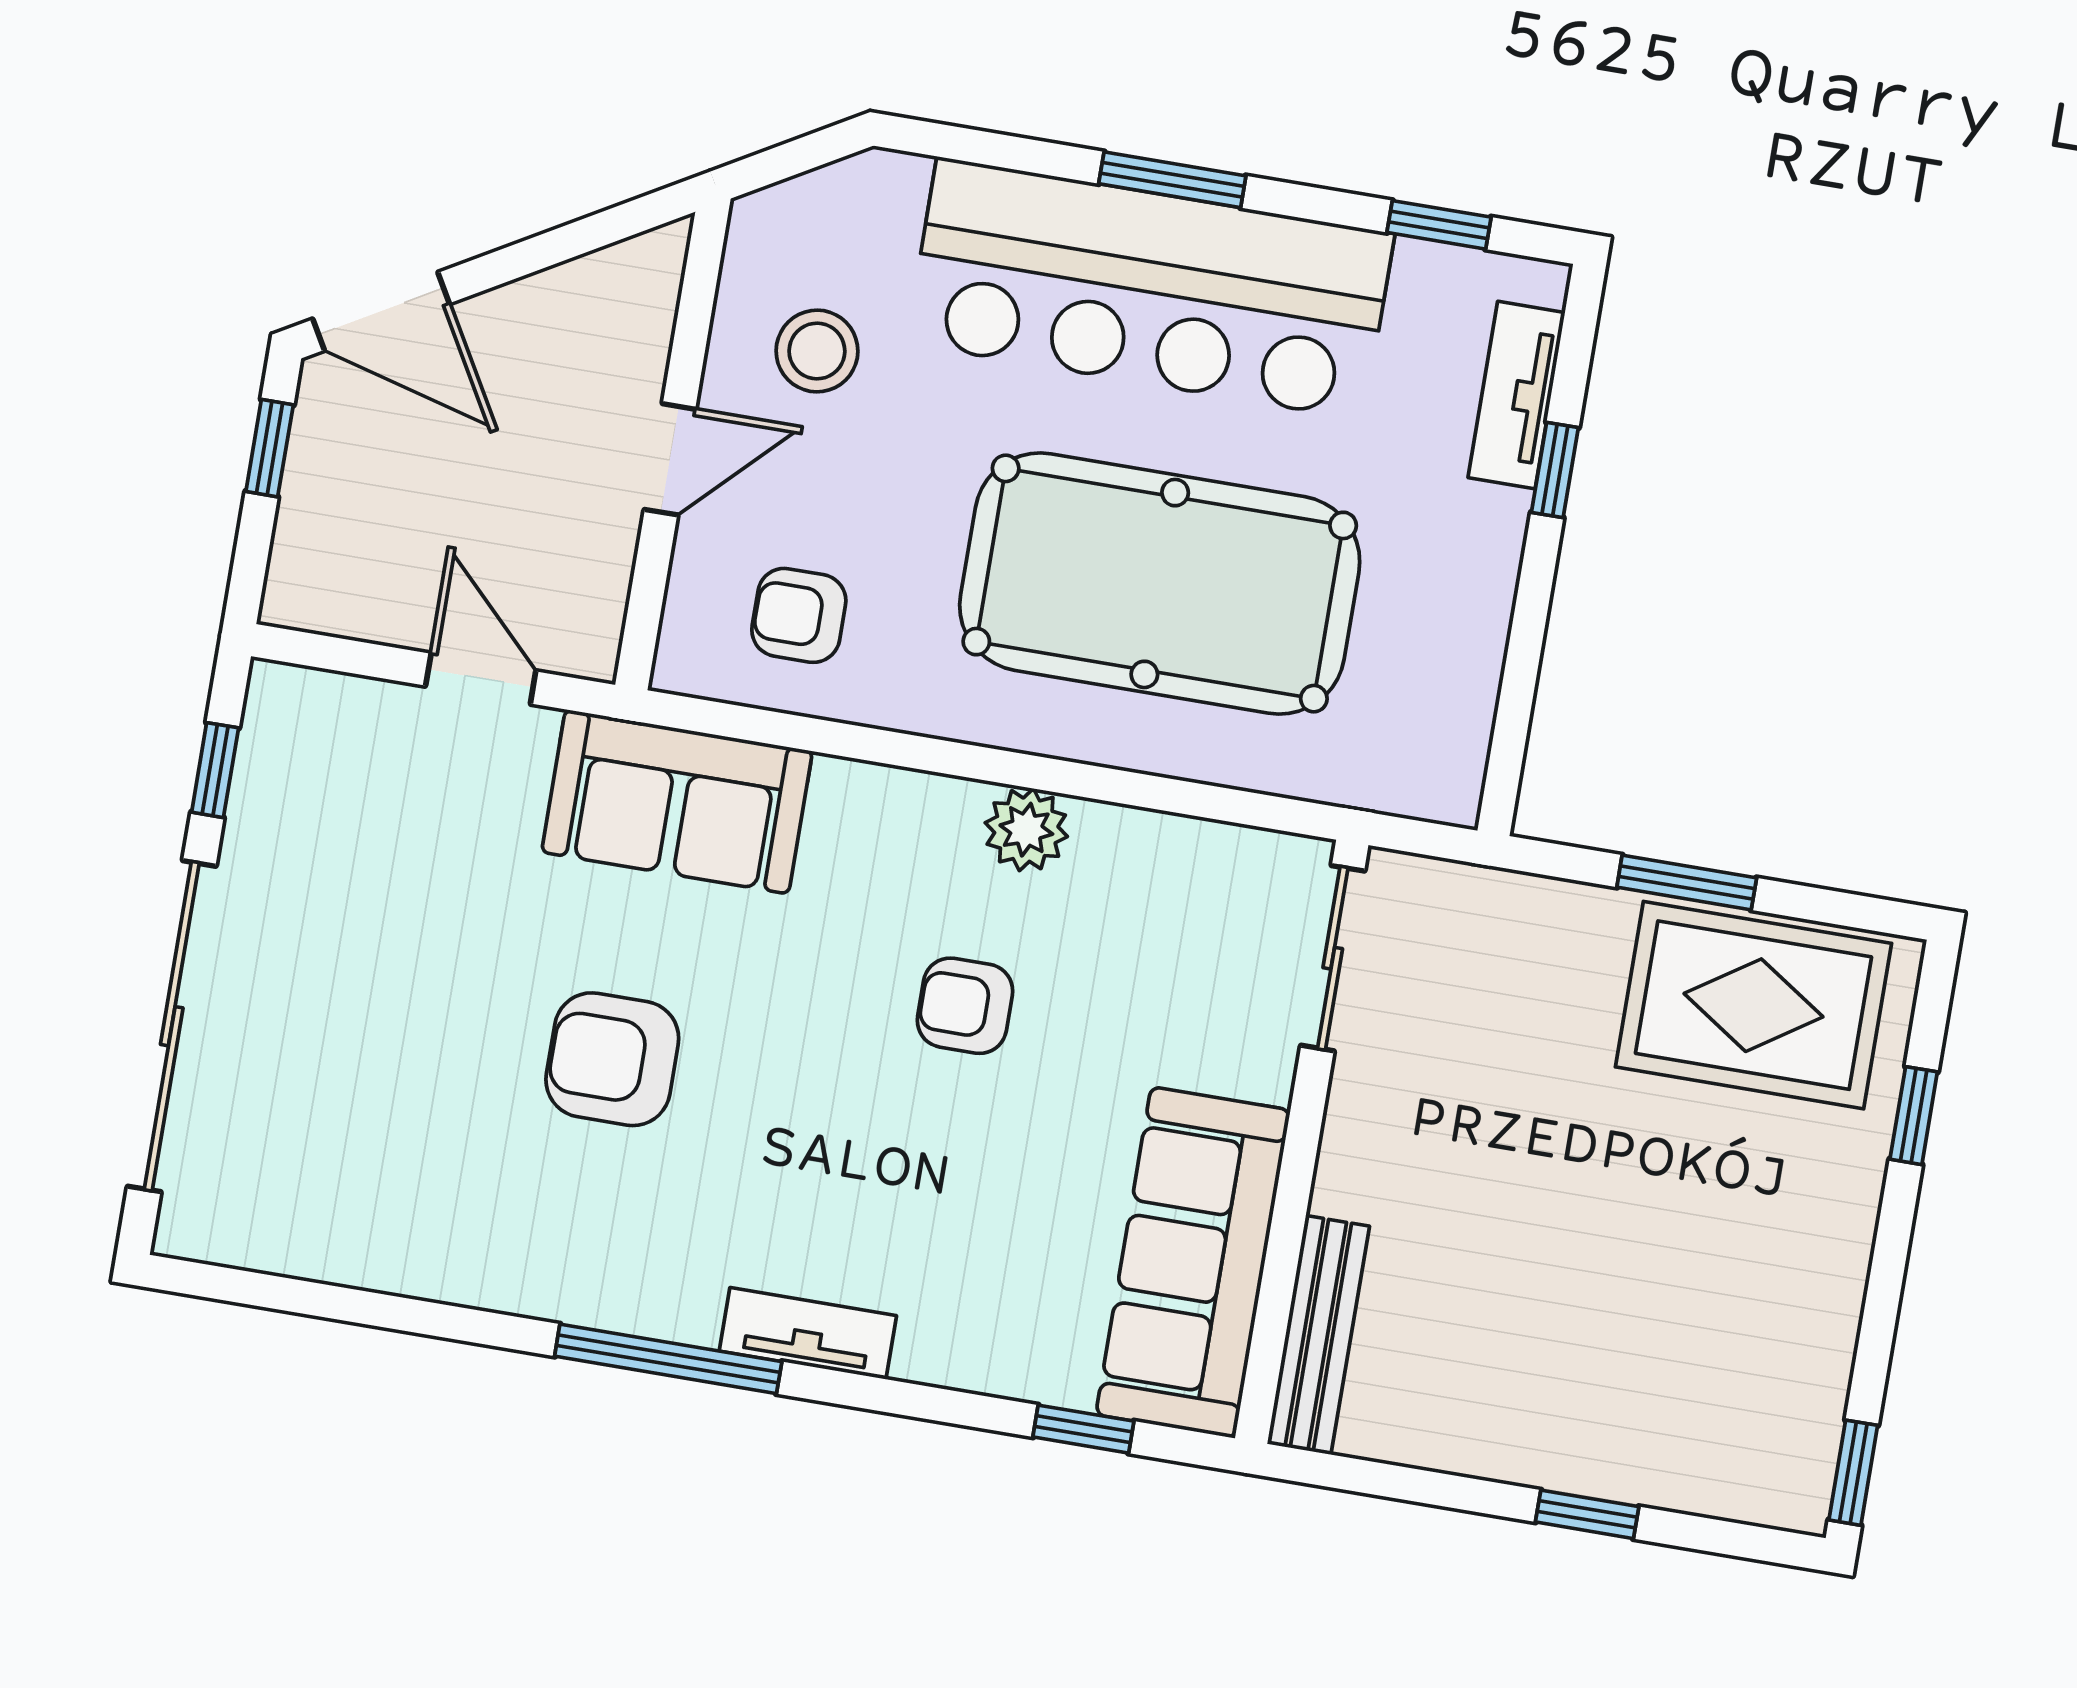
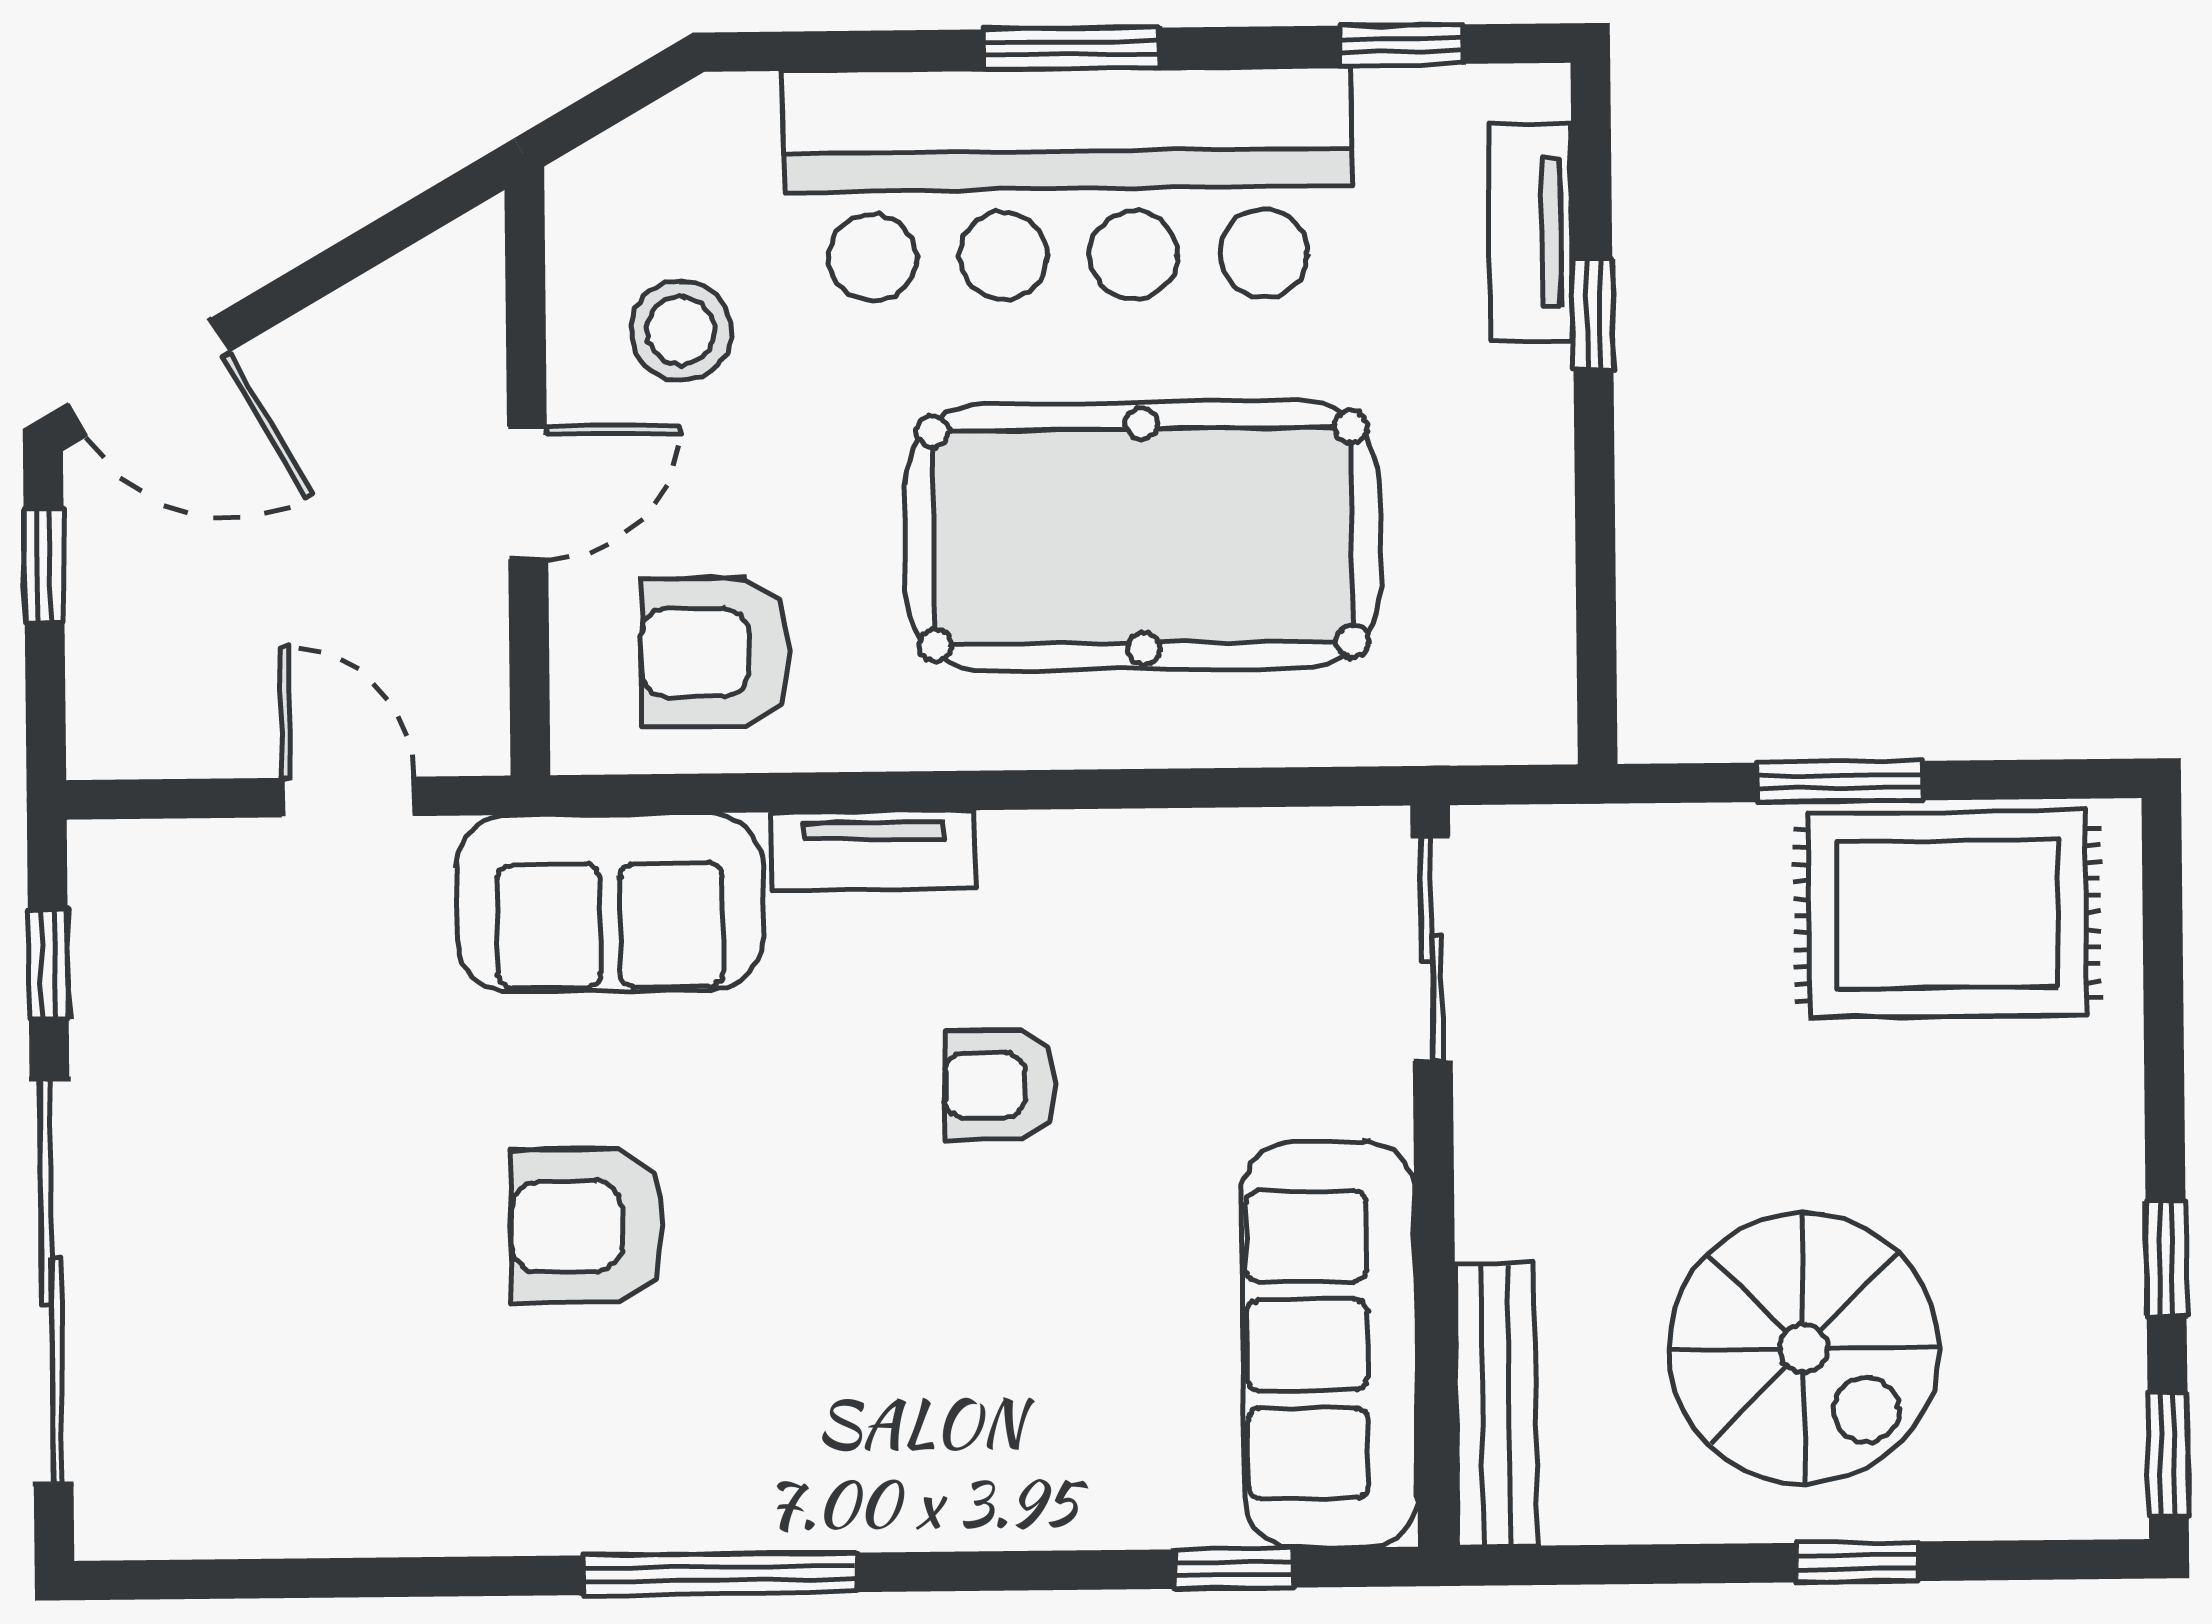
armchair: (799, 615) -> (716, 652), width x1.38, depth x1.38
plant: (1026, 830) -> (1036, 861), removed
window: (1914, 1116) -> (2166, 1259), moved
tv unit: (808, 1333) -> (874, 851), moved, turned 180
spiral stairs: (1575, 1334) -> (1804, 1348), added

